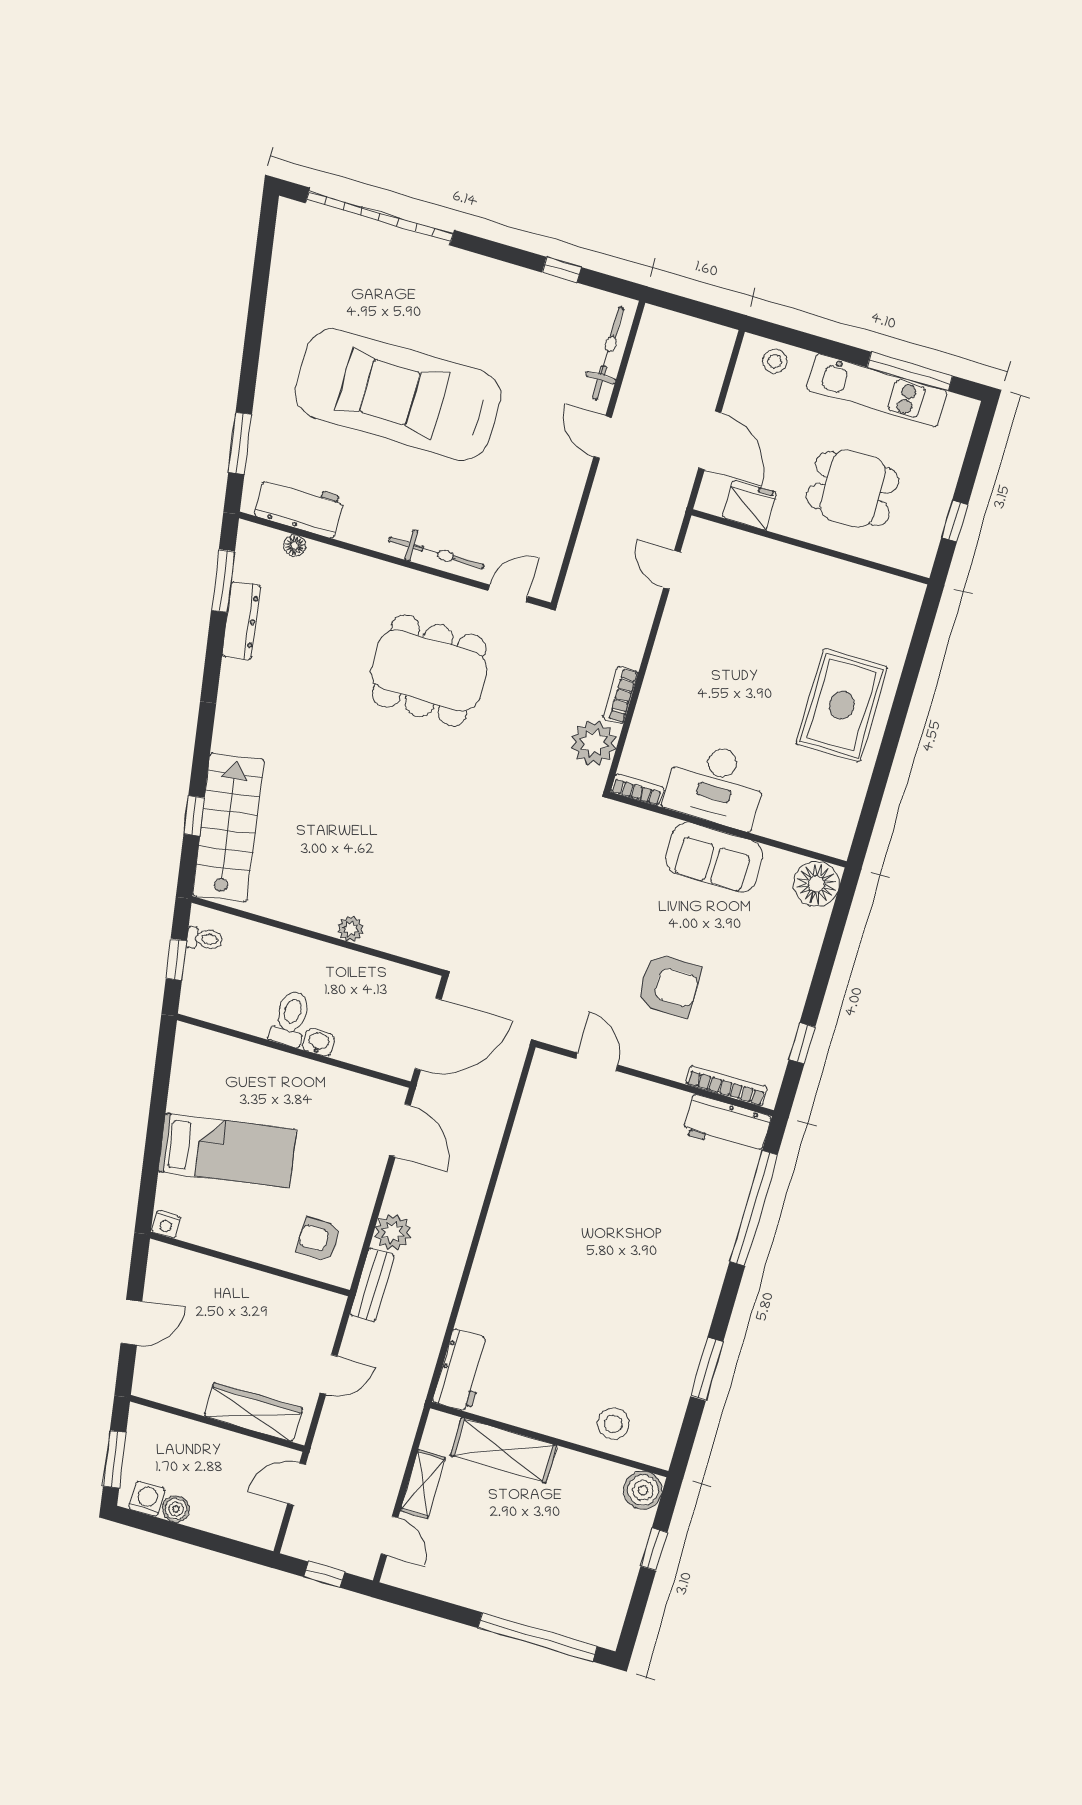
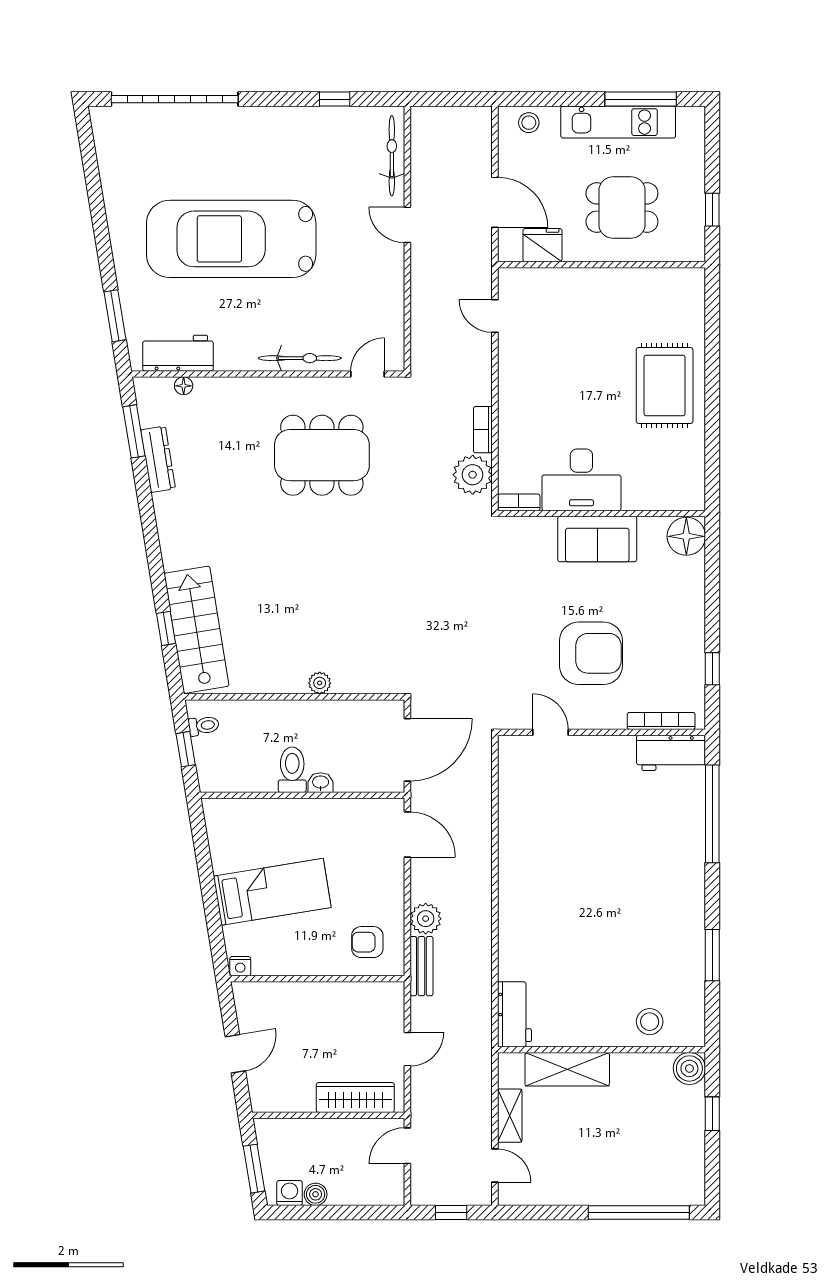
armchair: (669, 985) -> (591, 653), width x1.36, depth x1.36

